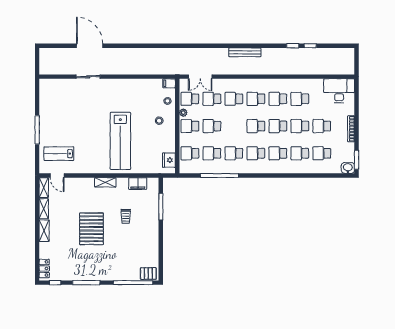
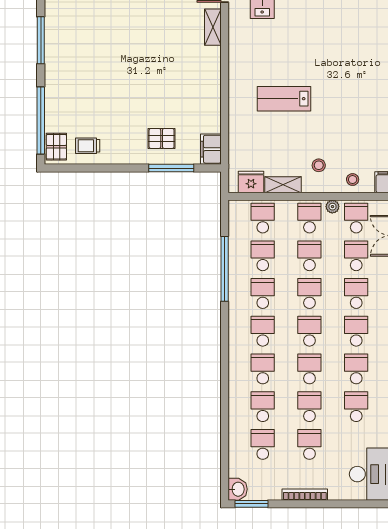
school desk: (234, 126) -> (309, 294), added
lab bench: (120, 141) -> (284, 99), width x0.54, depth x0.72
shelving: (170, 141) -> (283, 185), added
shelving: (105, 182) -> (213, 27), moved
filing cabinet: (138, 184) -> (211, 149), moved
trolley: (126, 216) -> (88, 146), moved
pallet: (91, 229) -> (162, 138), moved, width x0.49, depth x0.50

